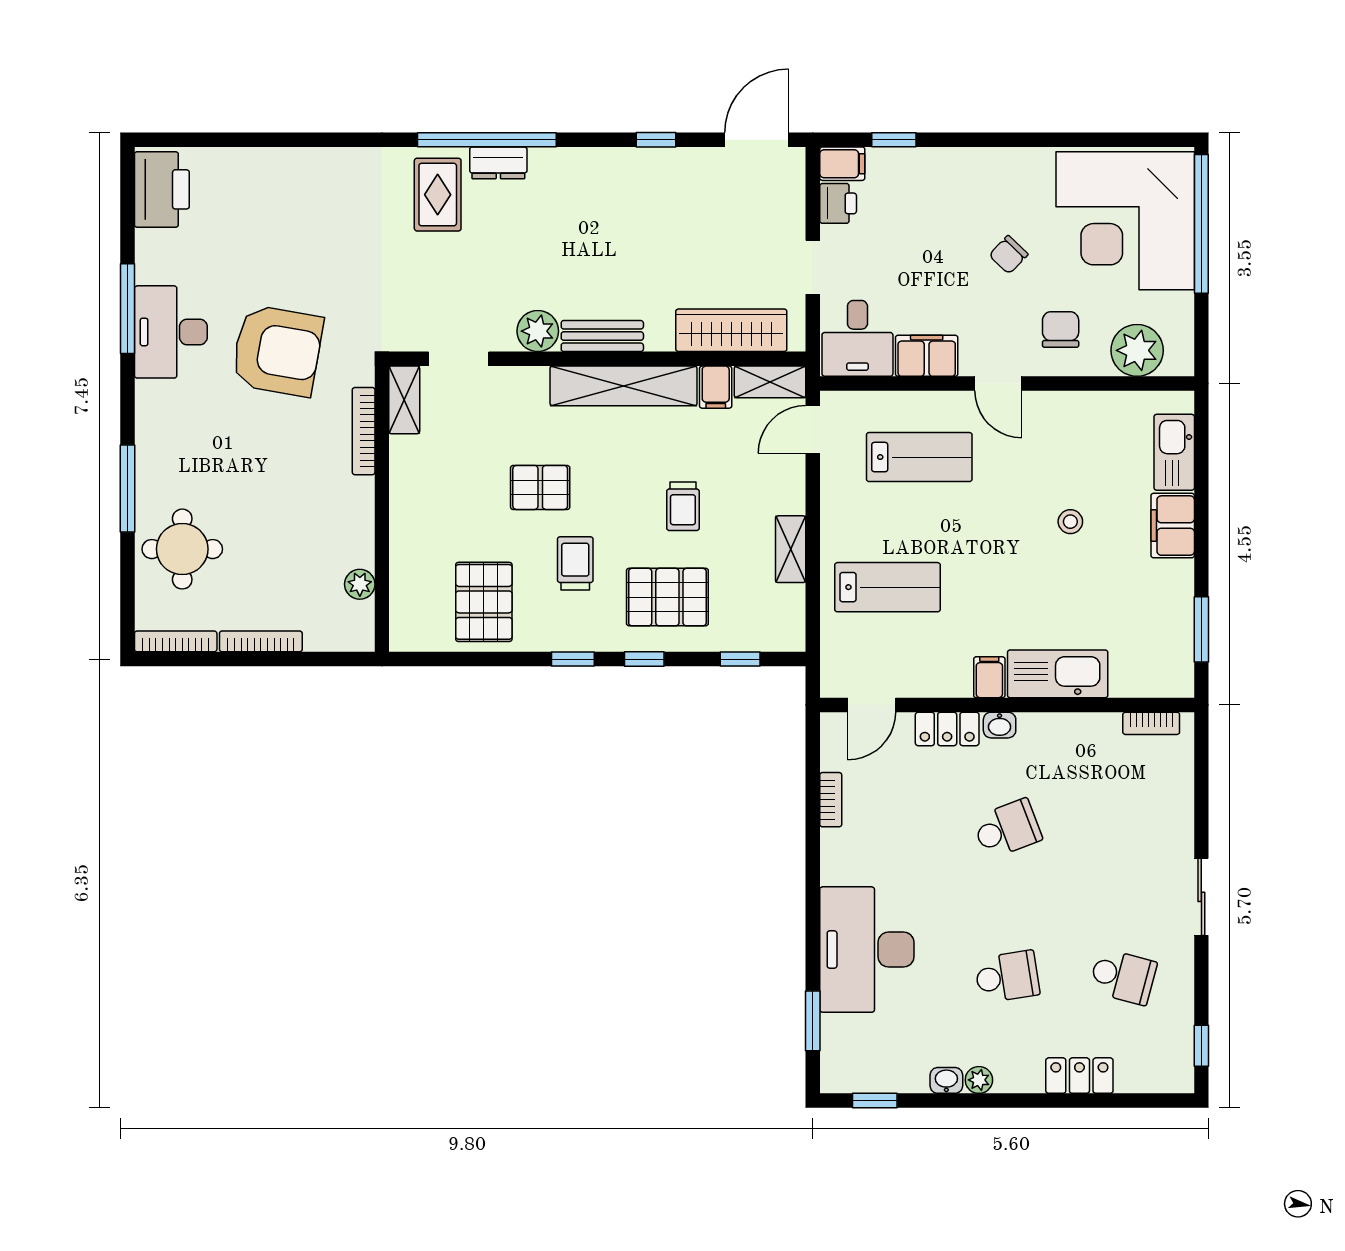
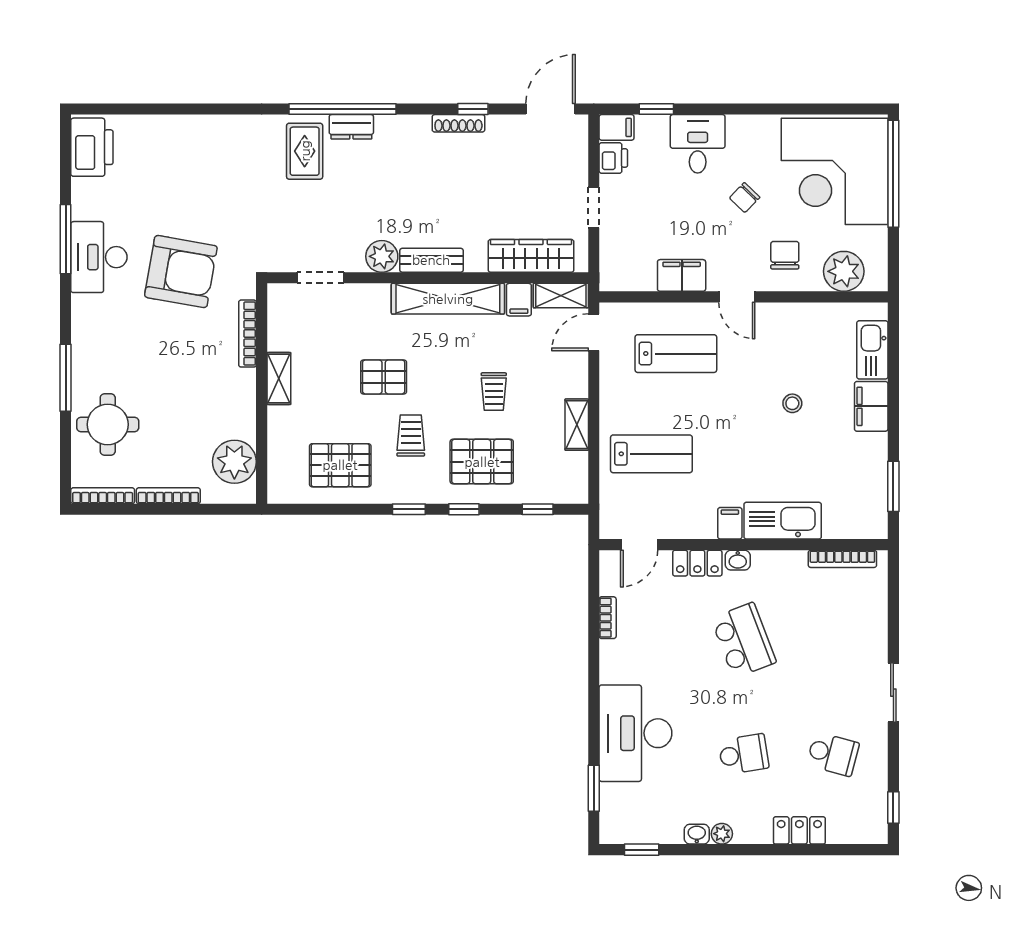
shoe rack: (637, 158) -> (458, 123), added
desk: (857, 338) -> (698, 144), moved, turned 180
shelving: (404, 400) -> (279, 379), moved
plant: (360, 584) -> (234, 462), width x1.88, depth x1.88
pallet: (484, 602) -> (340, 465), turned 90
bookcase: (1151, 723) -> (842, 559), width x1.56
school desk: (1007, 829) -> (744, 640), width x1.85

